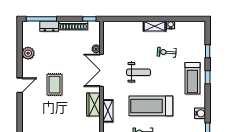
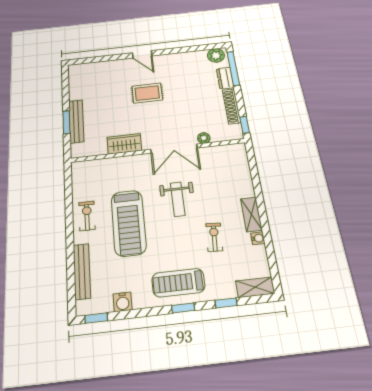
plant: (28, 53) -> (216, 55), moved
double door: (102, 70) -> (174, 149), swing flipped
treadmill: (151, 106) -> (129, 223), turned 180
shelving: (108, 111) -> (255, 287), moved

